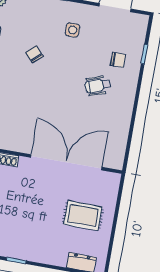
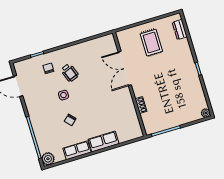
side table: (73, 30) -> (63, 95), moved
double door: (66, 162) -> (125, 68), width x0.73

